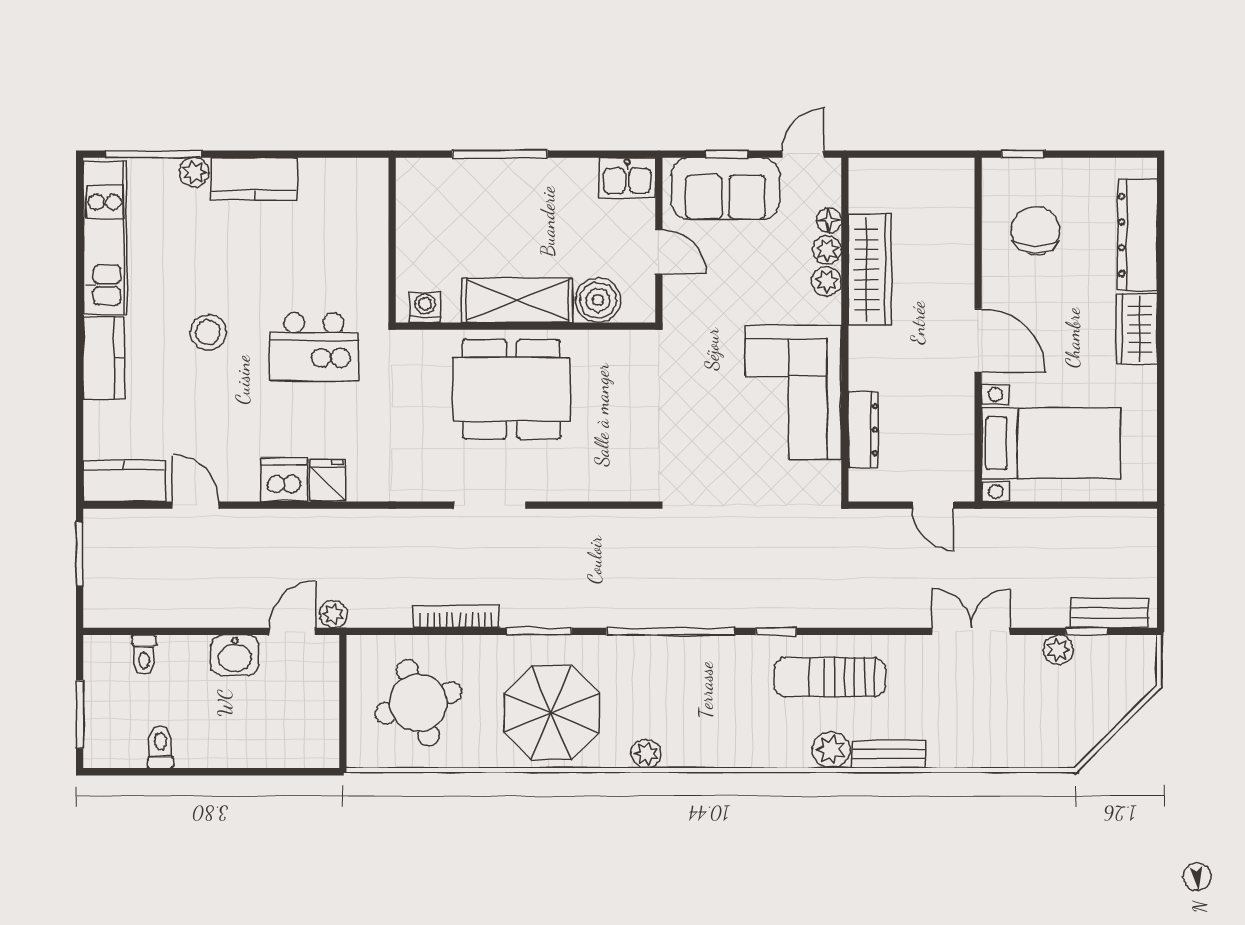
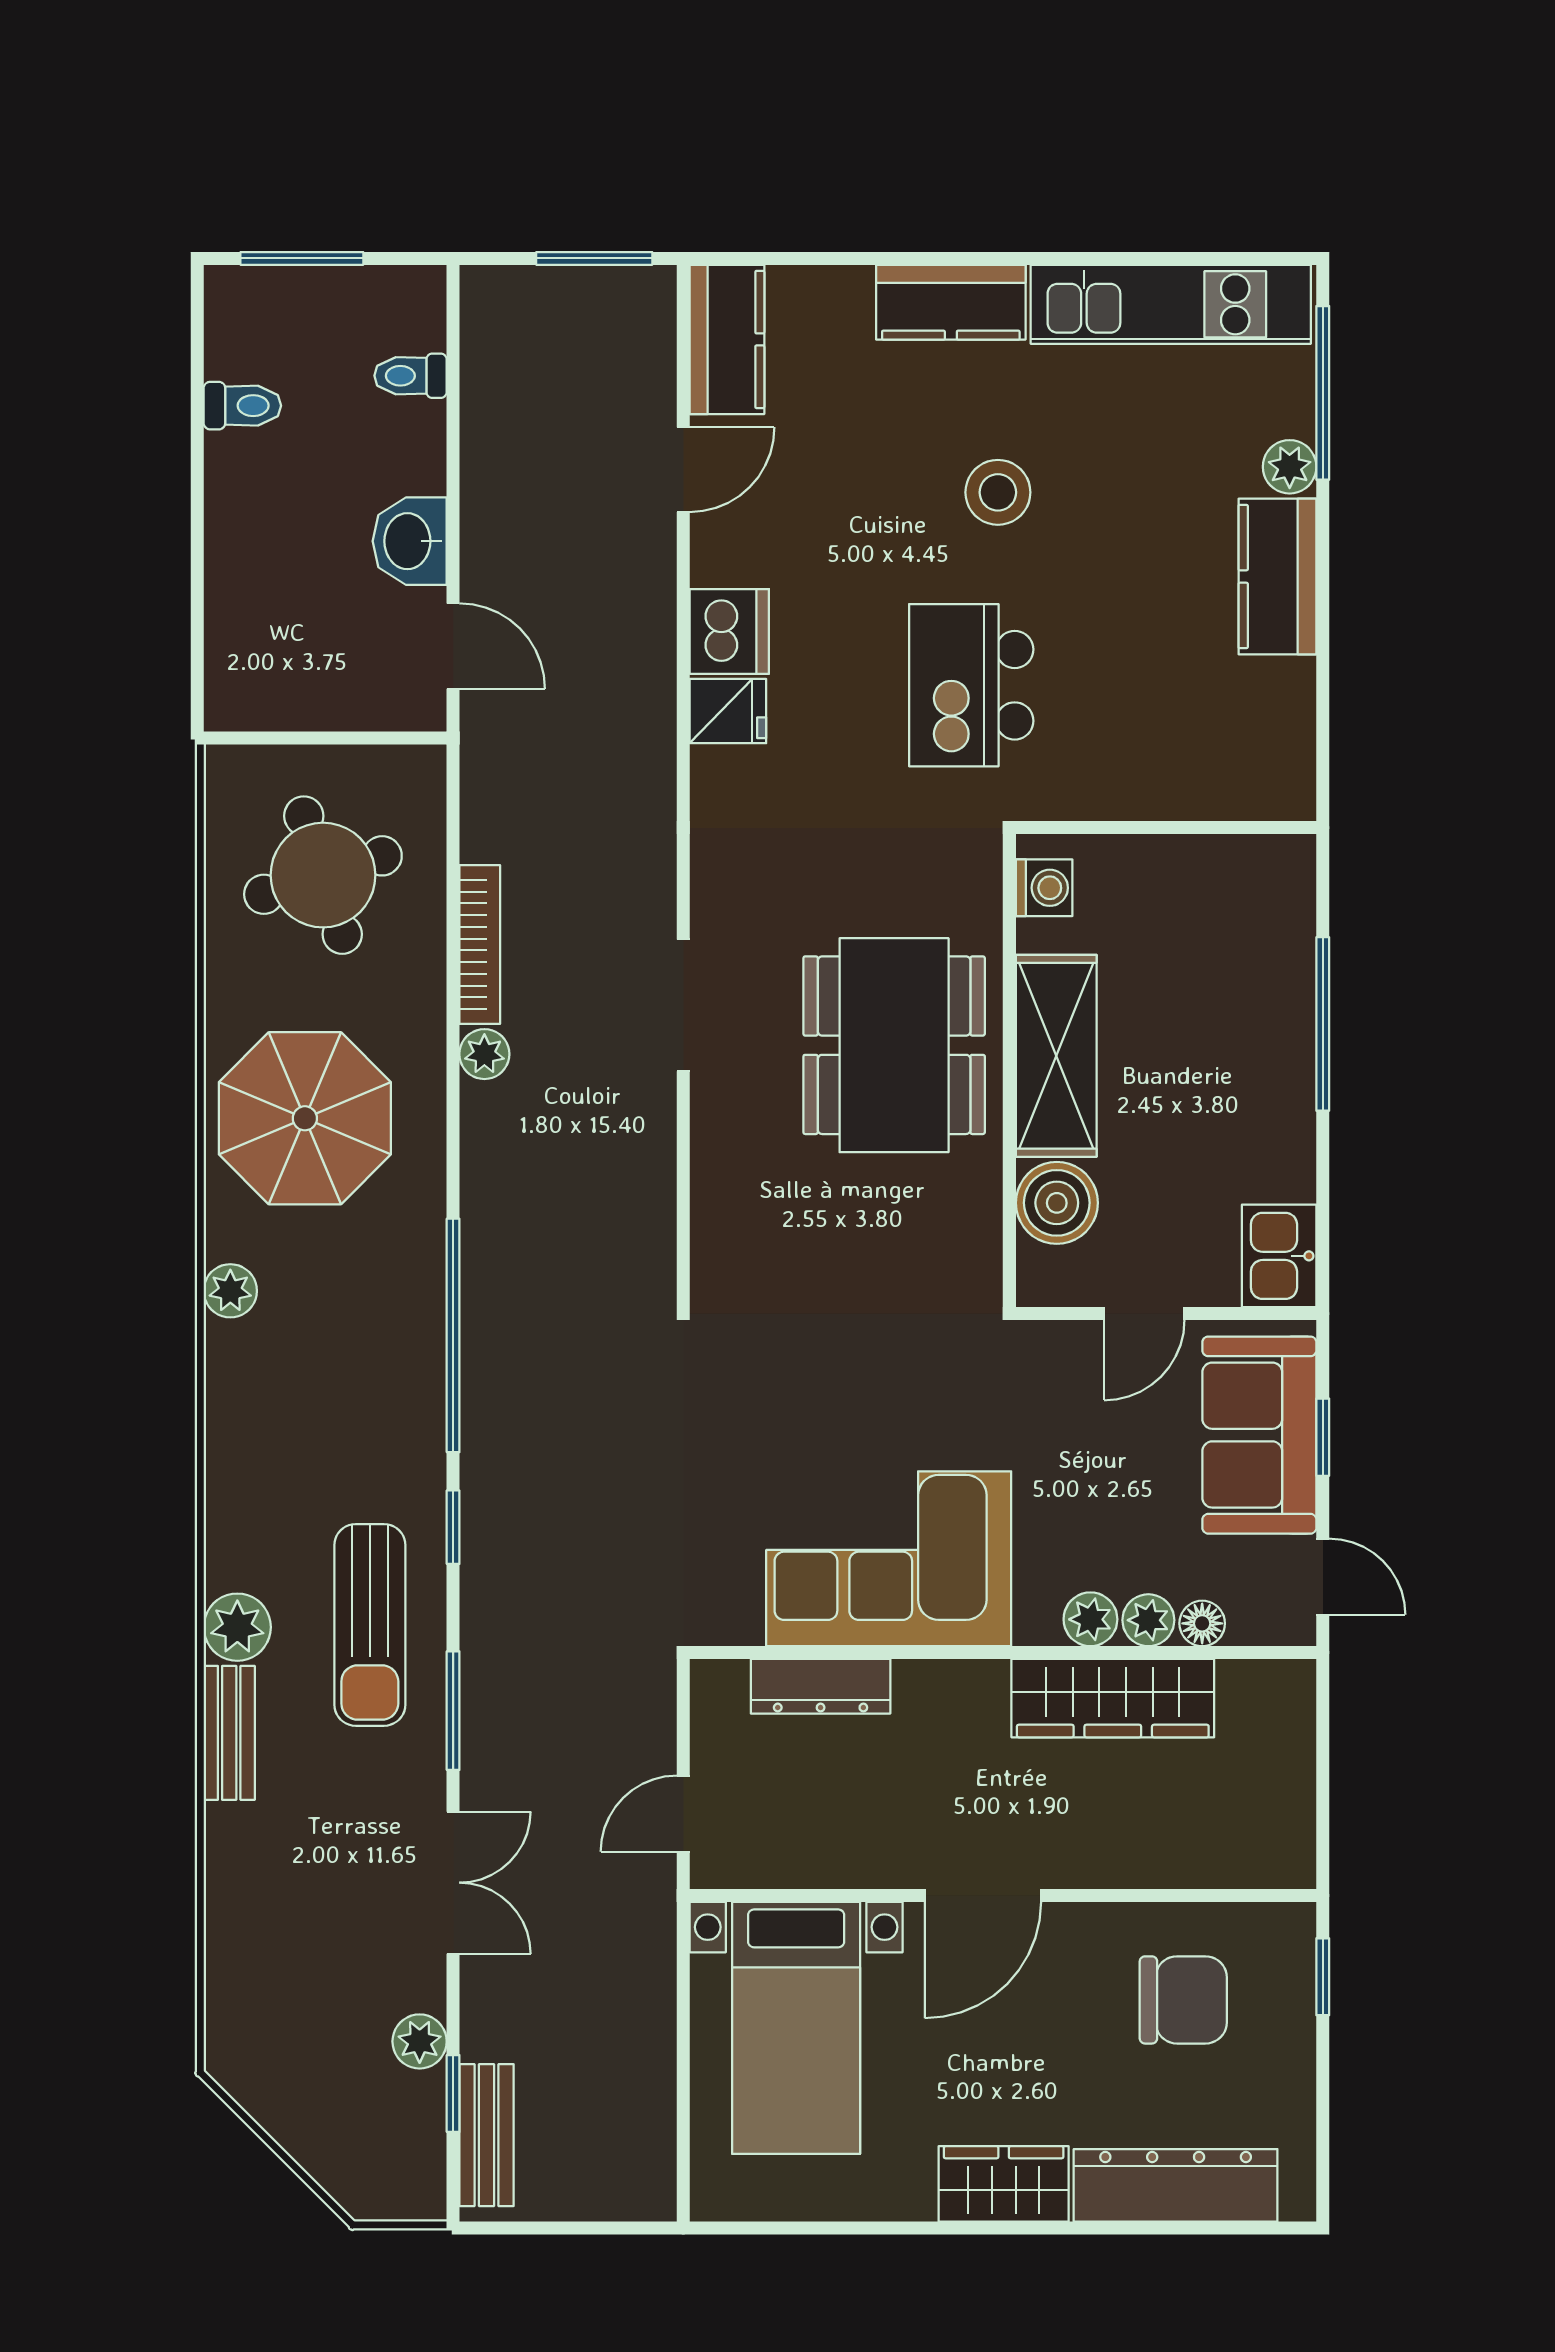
plant: (334, 614) -> (484, 1054), moved
window: (539, 631) -> (453, 1711), moved
sun lounger: (830, 677) -> (370, 1625), turned 180

